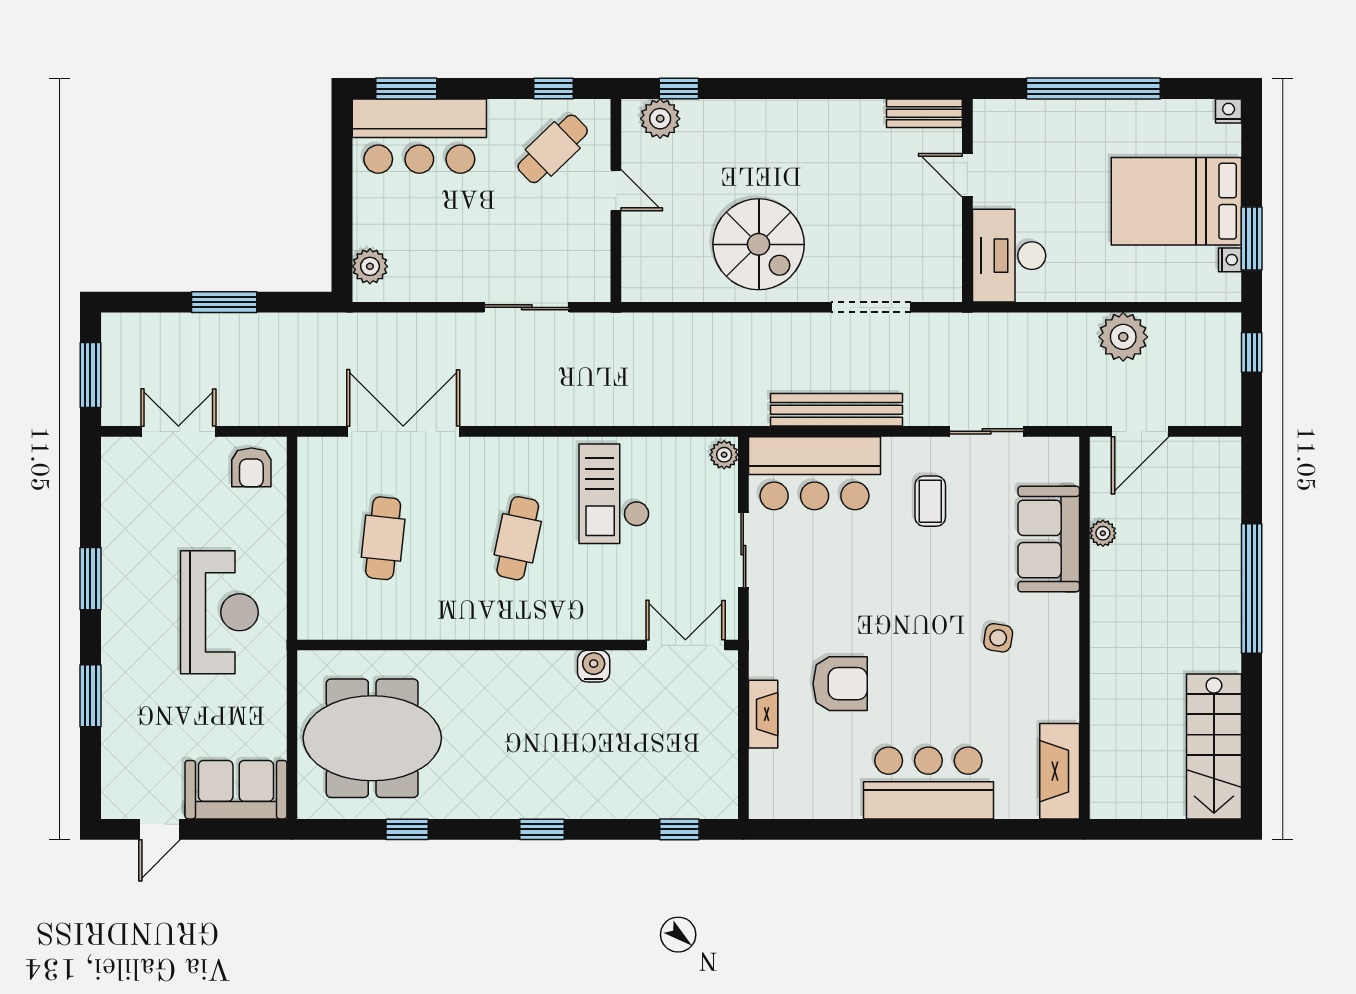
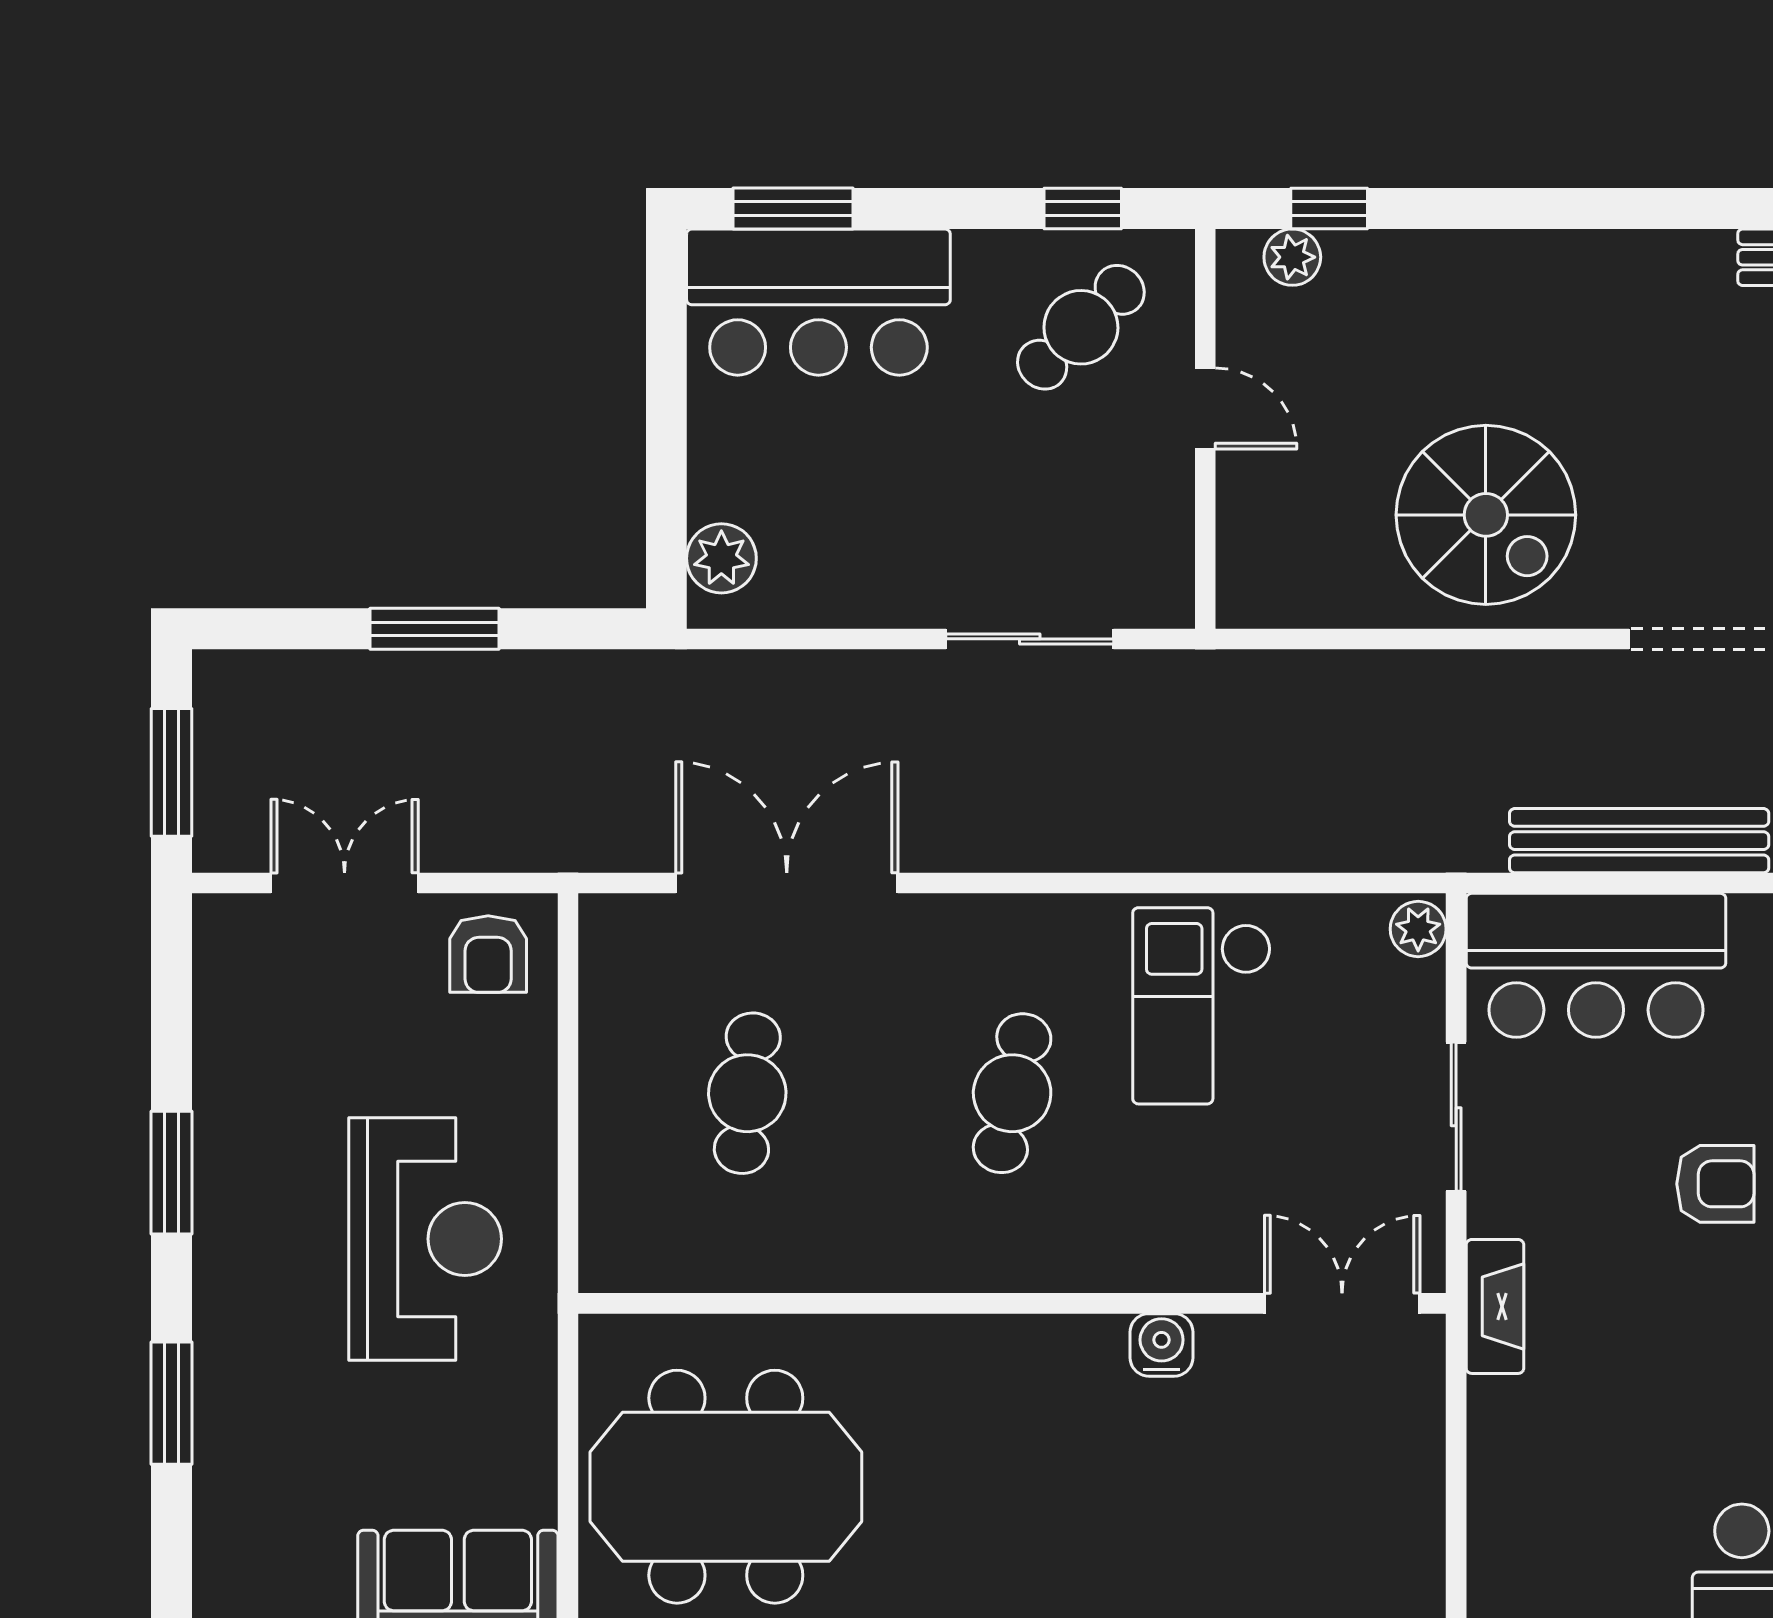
plant: (660, 119) -> (1292, 257), width x0.73, depth x0.73
armchair: (840, 684) -> (1715, 1184), moved, width x0.72, depth x0.72
fireplace: (763, 714) -> (1495, 1306), moved

